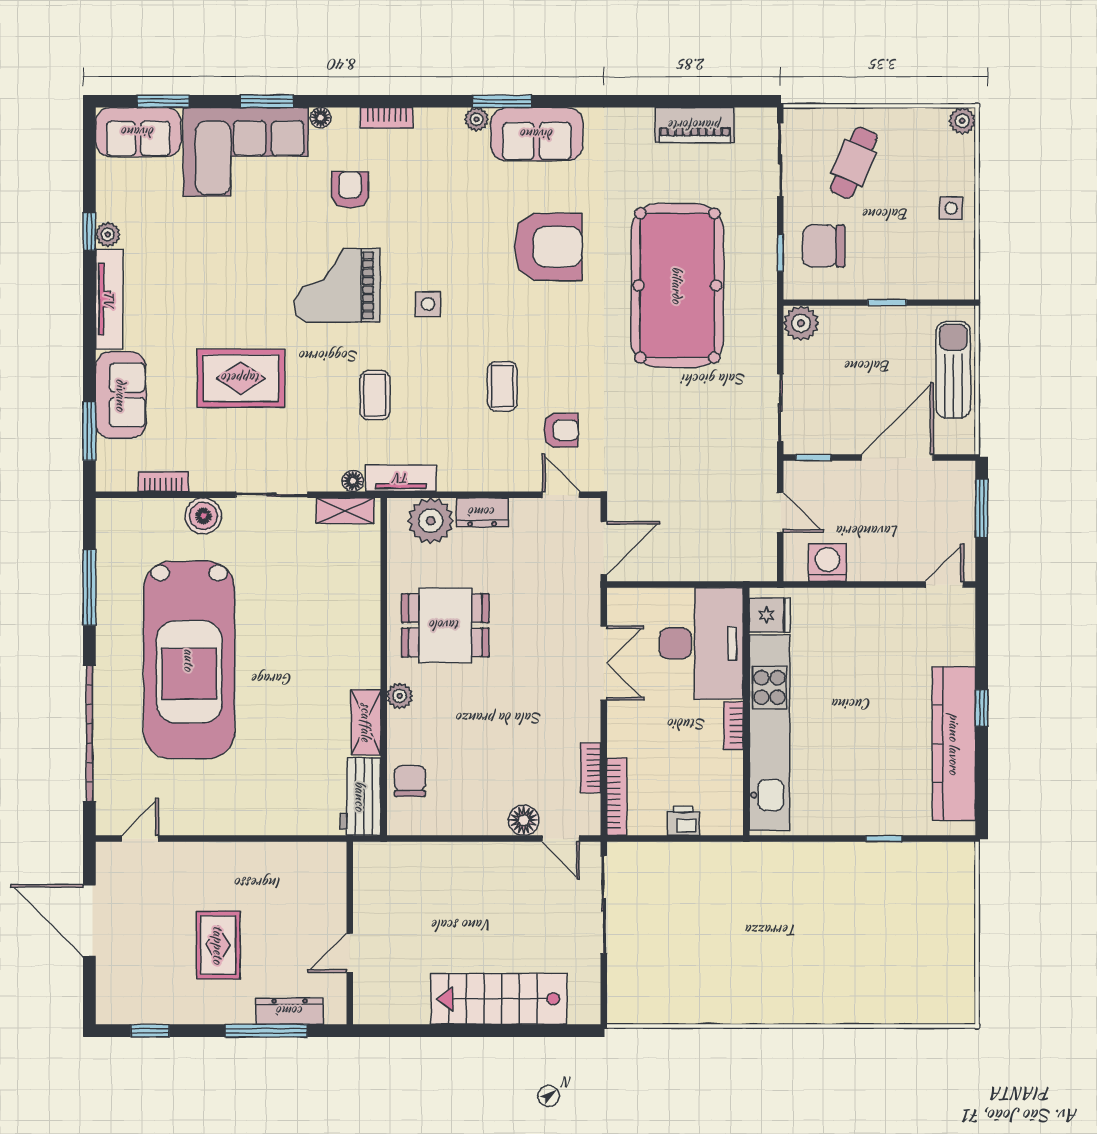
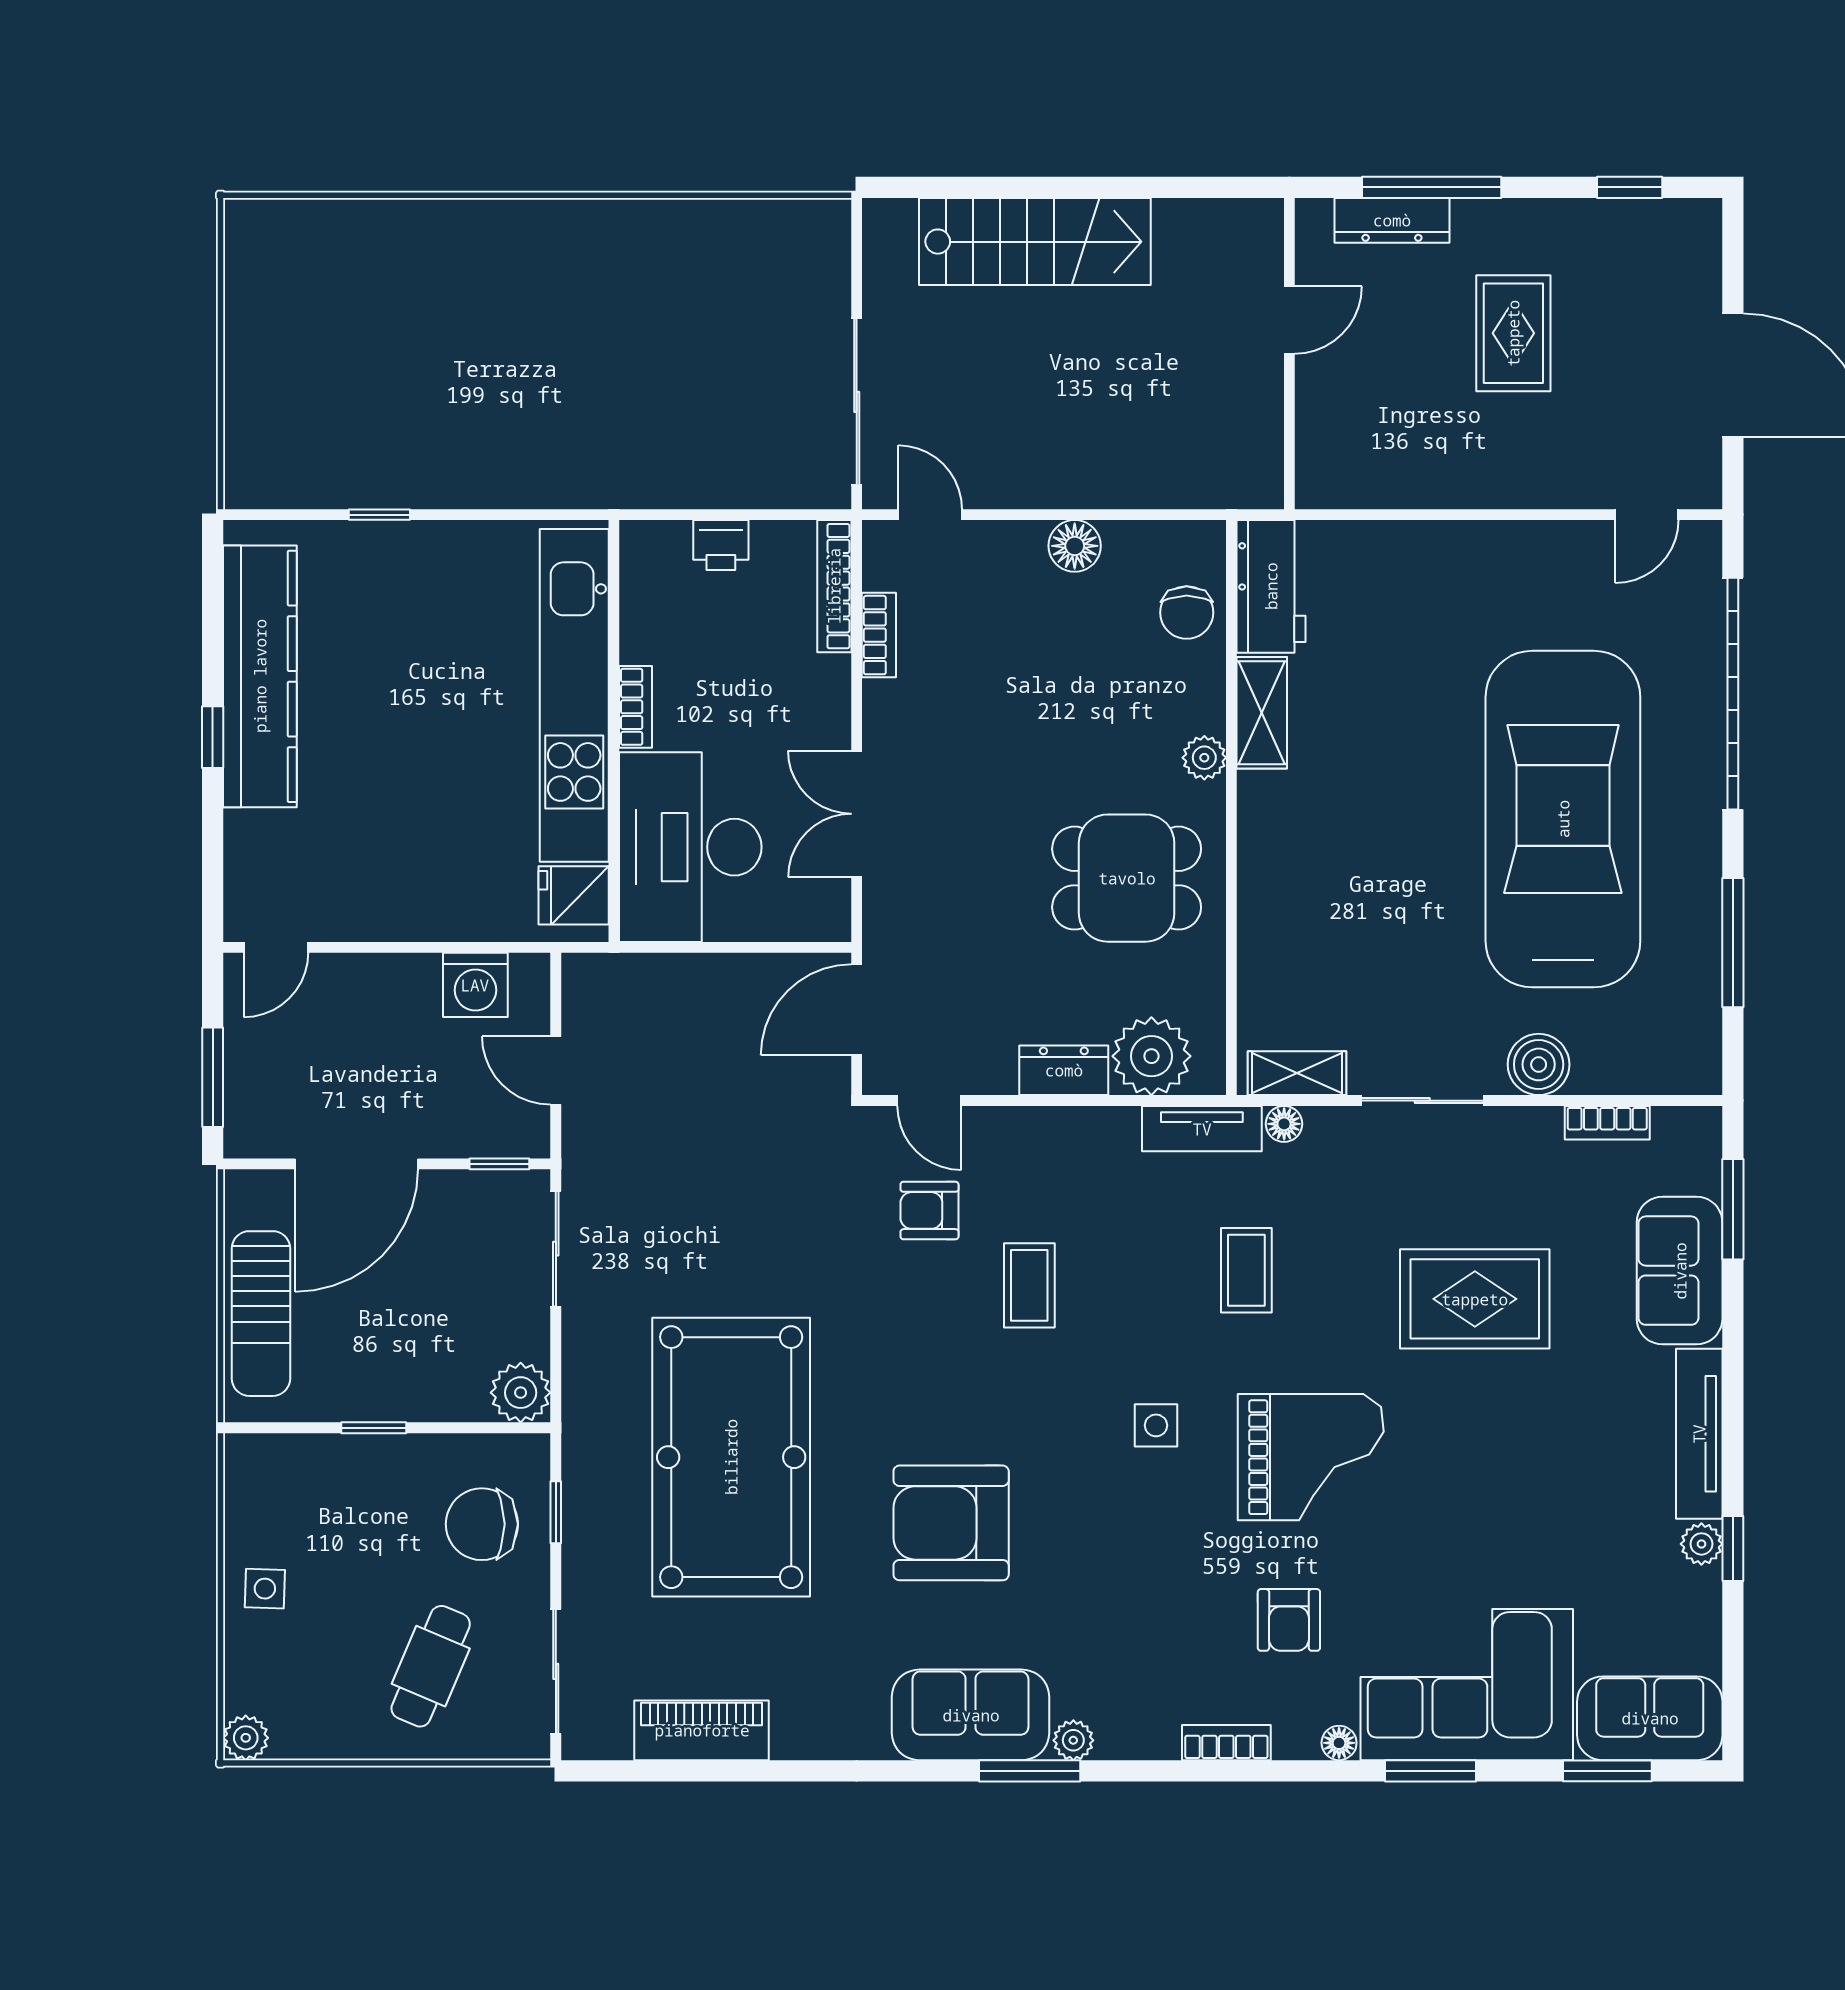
chair: (824, 246) -> (482, 1524), turned 180
floor lamp: (524, 820) -> (1075, 546), moved

